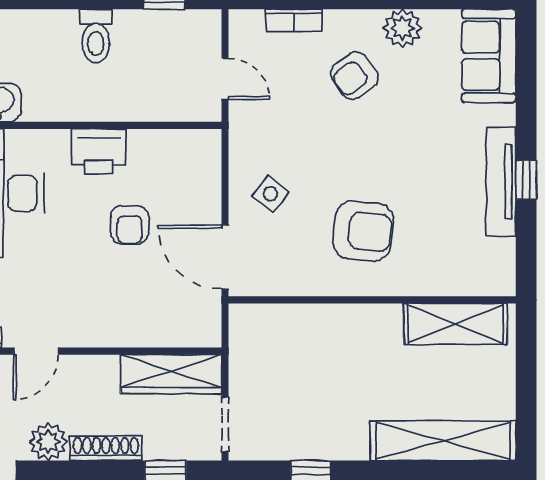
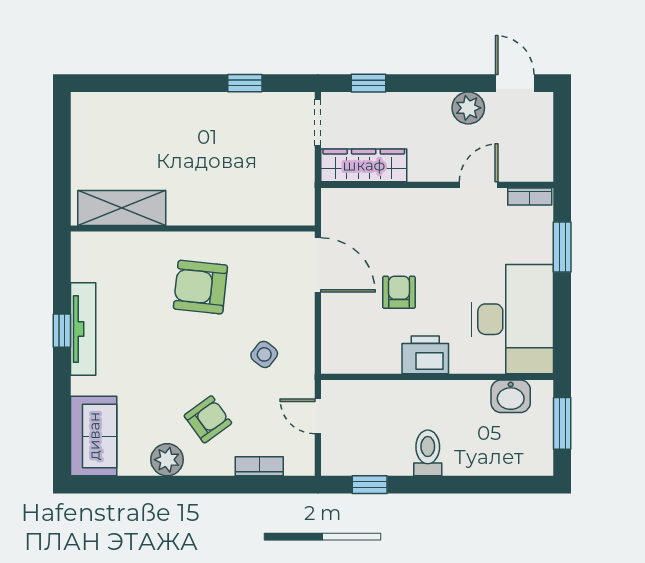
side table: (270, 194) -> (264, 354), moved
shelving: (443, 441) -> (133, 109), removed
shoe rack: (106, 448) -> (419, 102), removed

